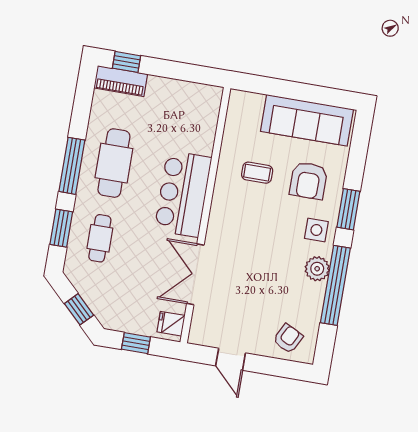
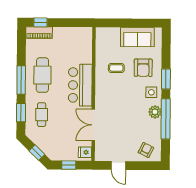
sofa: (307, 120) -> (137, 37), width x0.73

